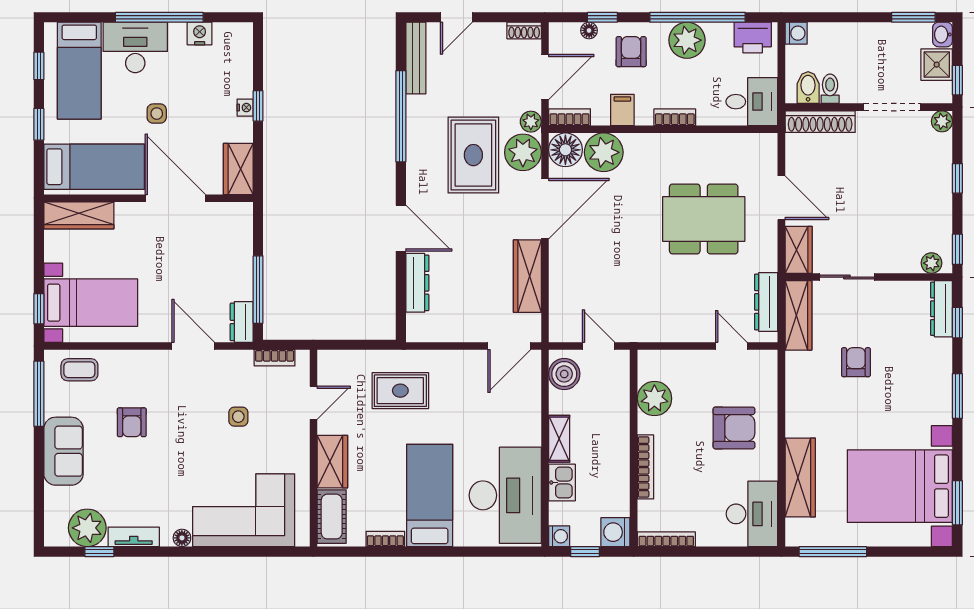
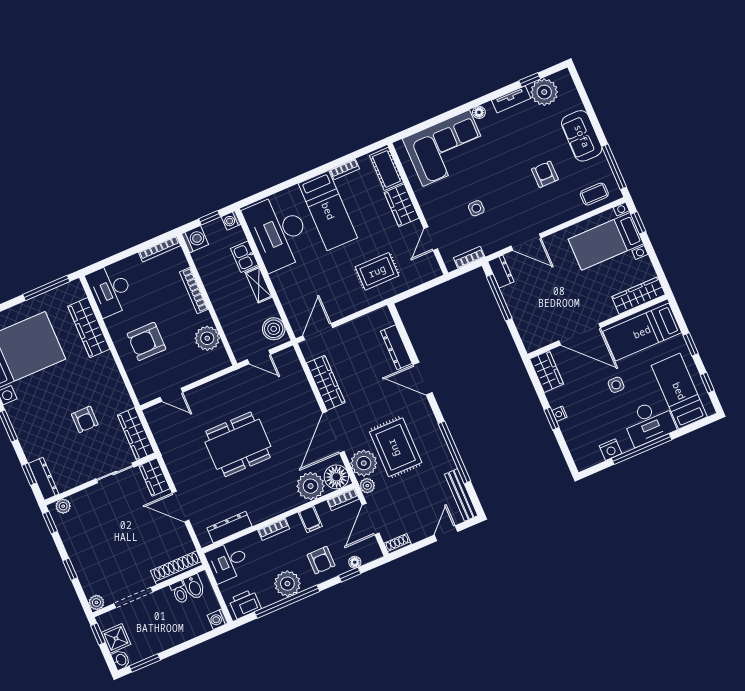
dining table: (704, 219) -> (238, 444), moved
dresser: (766, 302) -> (230, 527), moved, turned -90

